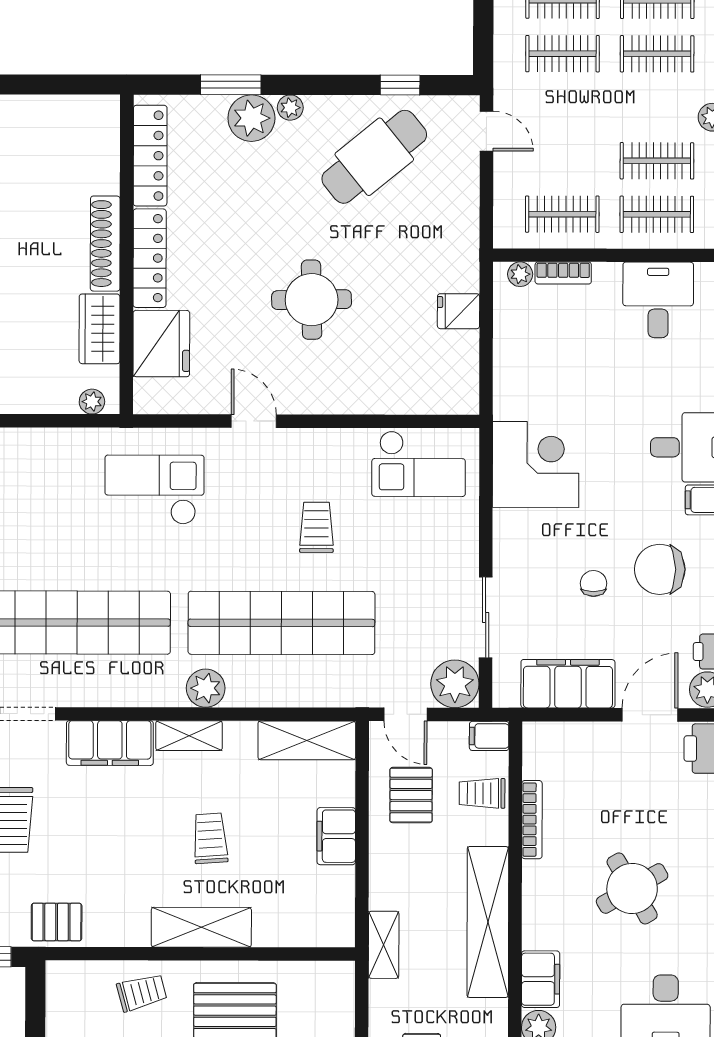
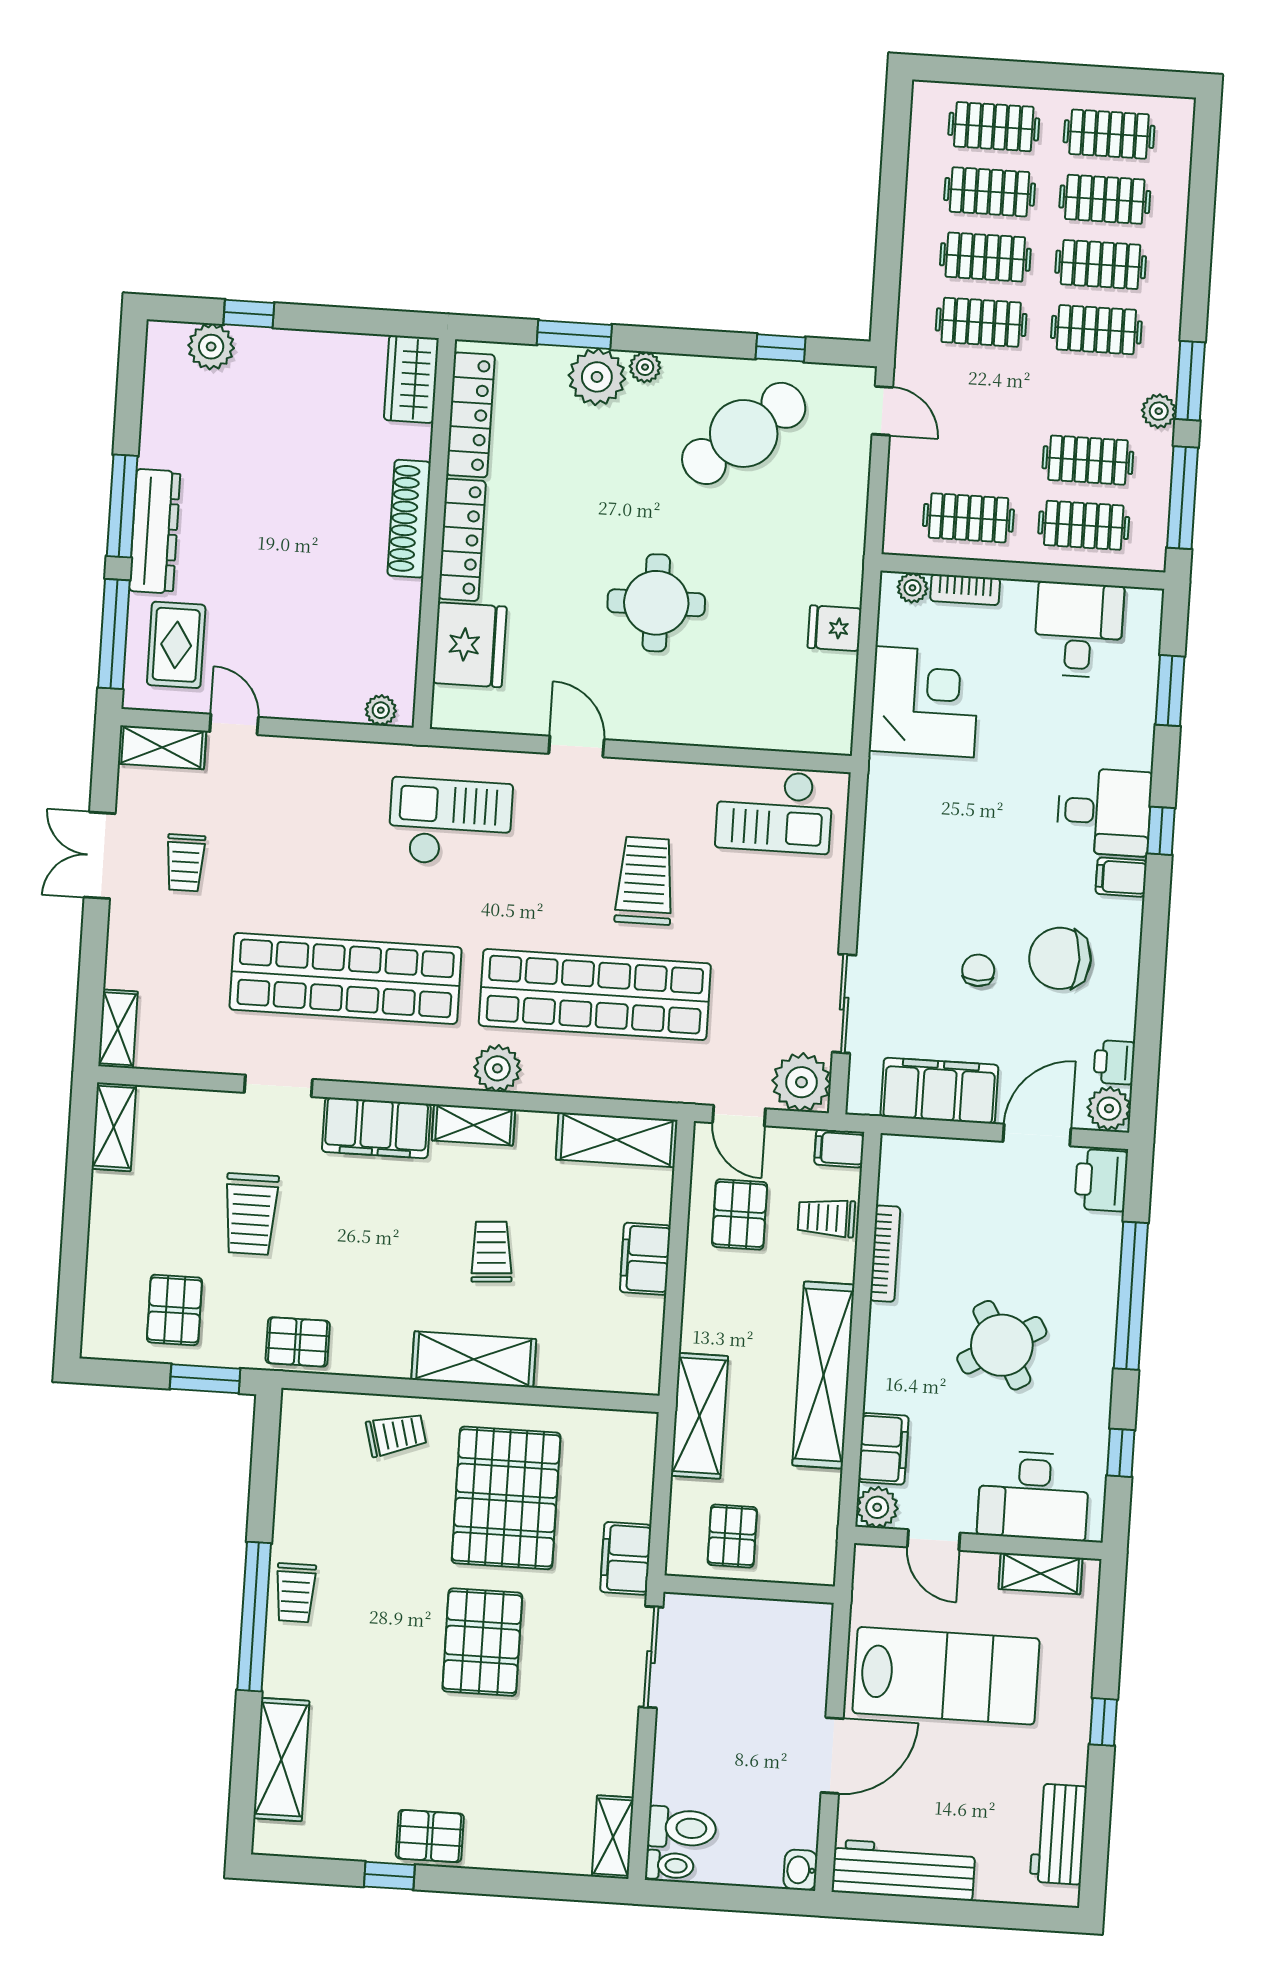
wardrobe: (100, 329) -> (411, 379), moved
corner desk: (536, 465) -> (924, 702), moved
trolley: (316, 527) -> (645, 881), width x1.36, depth x1.39
shelving: (384, 945) -> (699, 1416), width x1.50, depth x1.33

